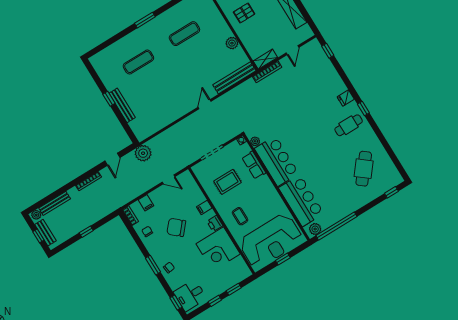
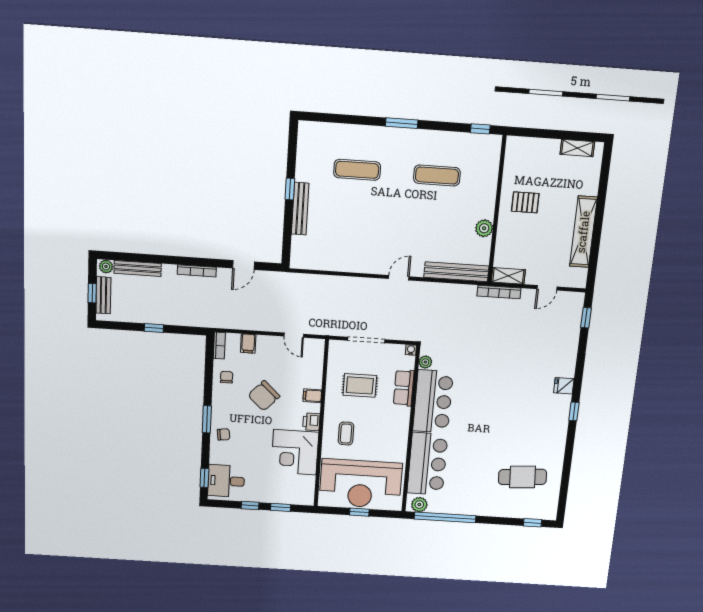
cafe table: (349, 125) -> (543, 418), removed
plant: (143, 153) -> (285, 284), removed
cafe table: (364, 169) -> (522, 477), turned 47
chair: (176, 227) -> (264, 396), turned -88

